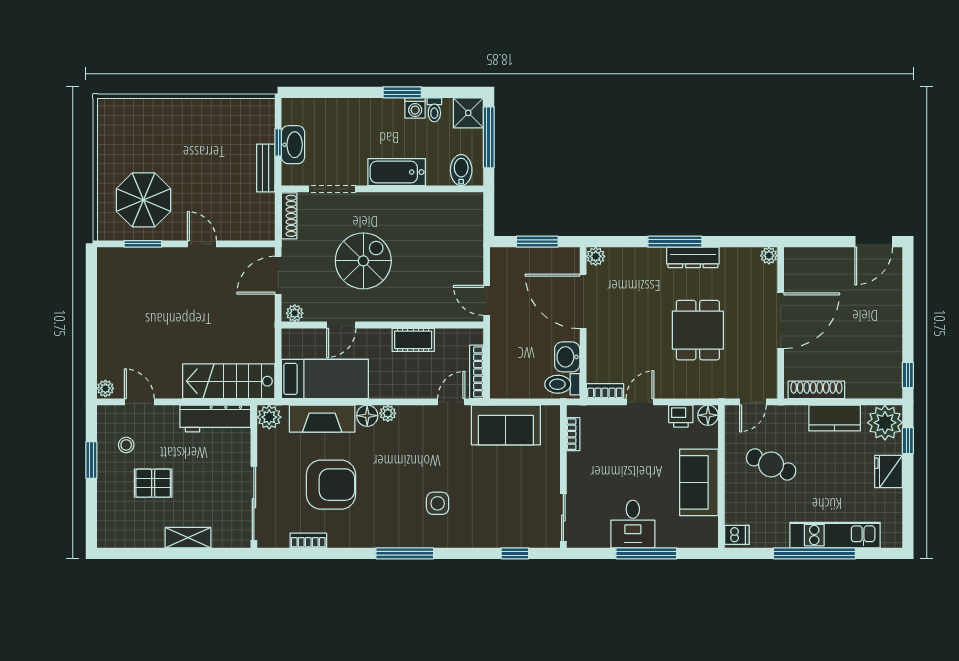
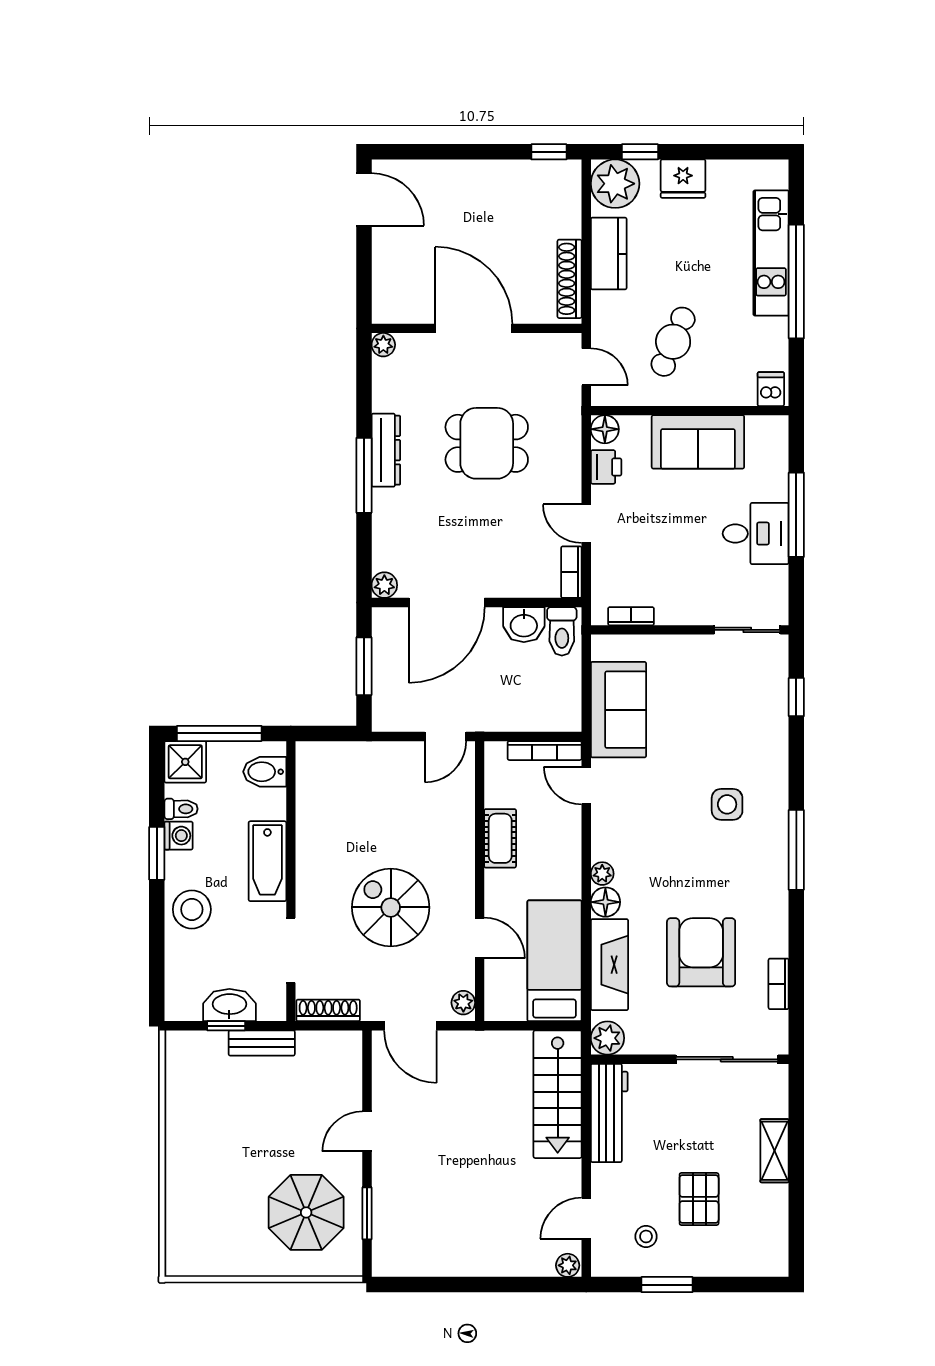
stool: (362, 118) -> (192, 909), added

